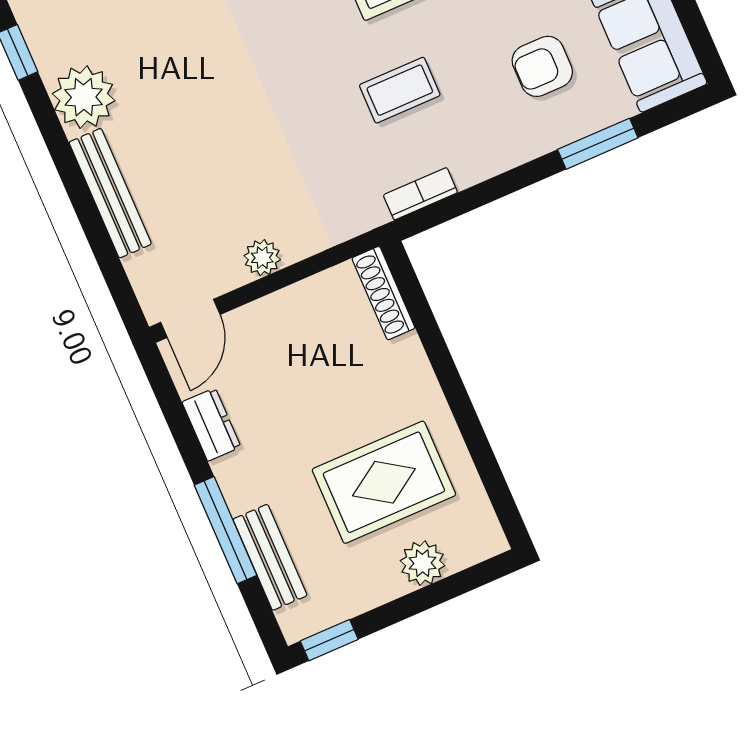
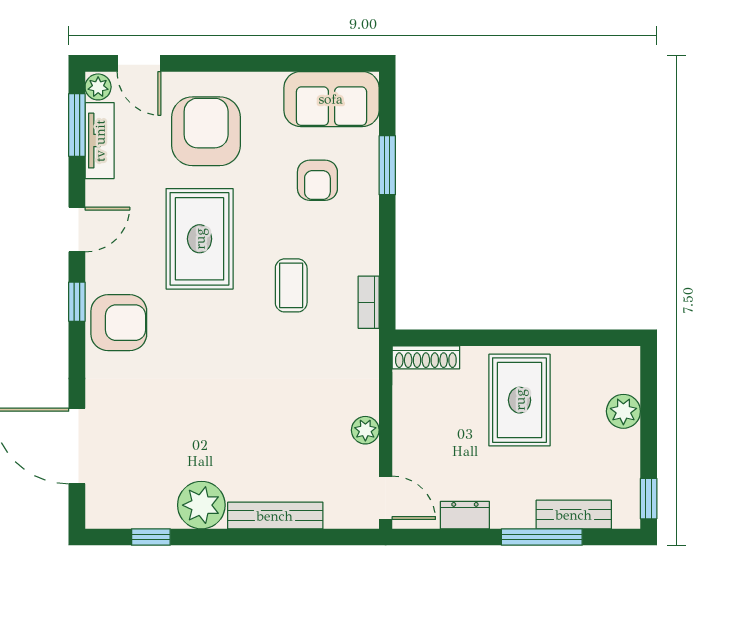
rug: (384, 482) -> (520, 400), moved

